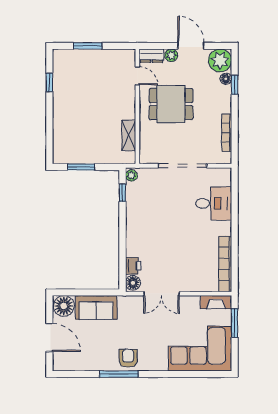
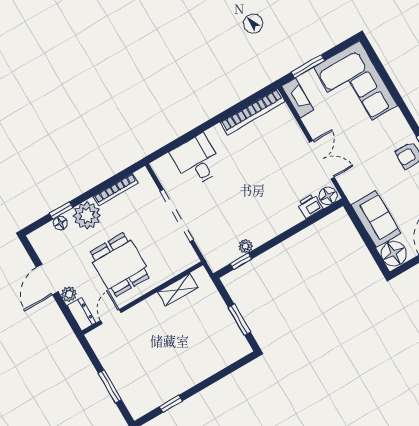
plant: (220, 60) -> (87, 216), moved
plant: (131, 175) -> (246, 246), moved

